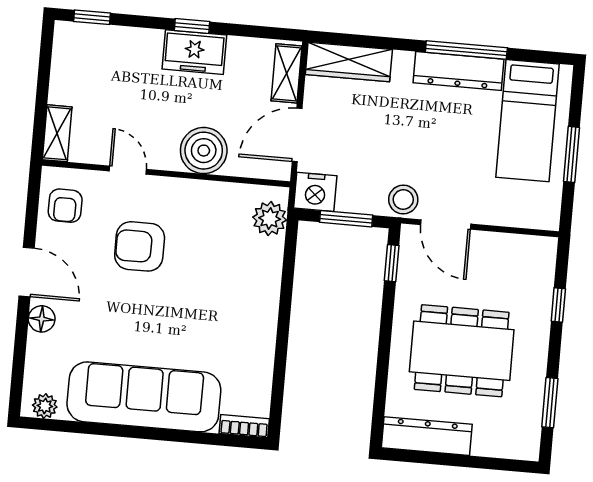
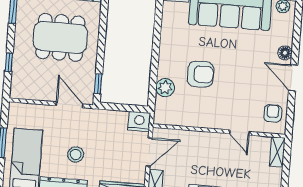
boiler: (204, 151) -> (199, 143), removed
stool: (403, 200) -> (76, 154), moved
plant: (270, 219) -> (165, 88), moved
window: (346, 219) -> (123, 107), removed
armchair: (140, 246) -> (201, 74), moved

